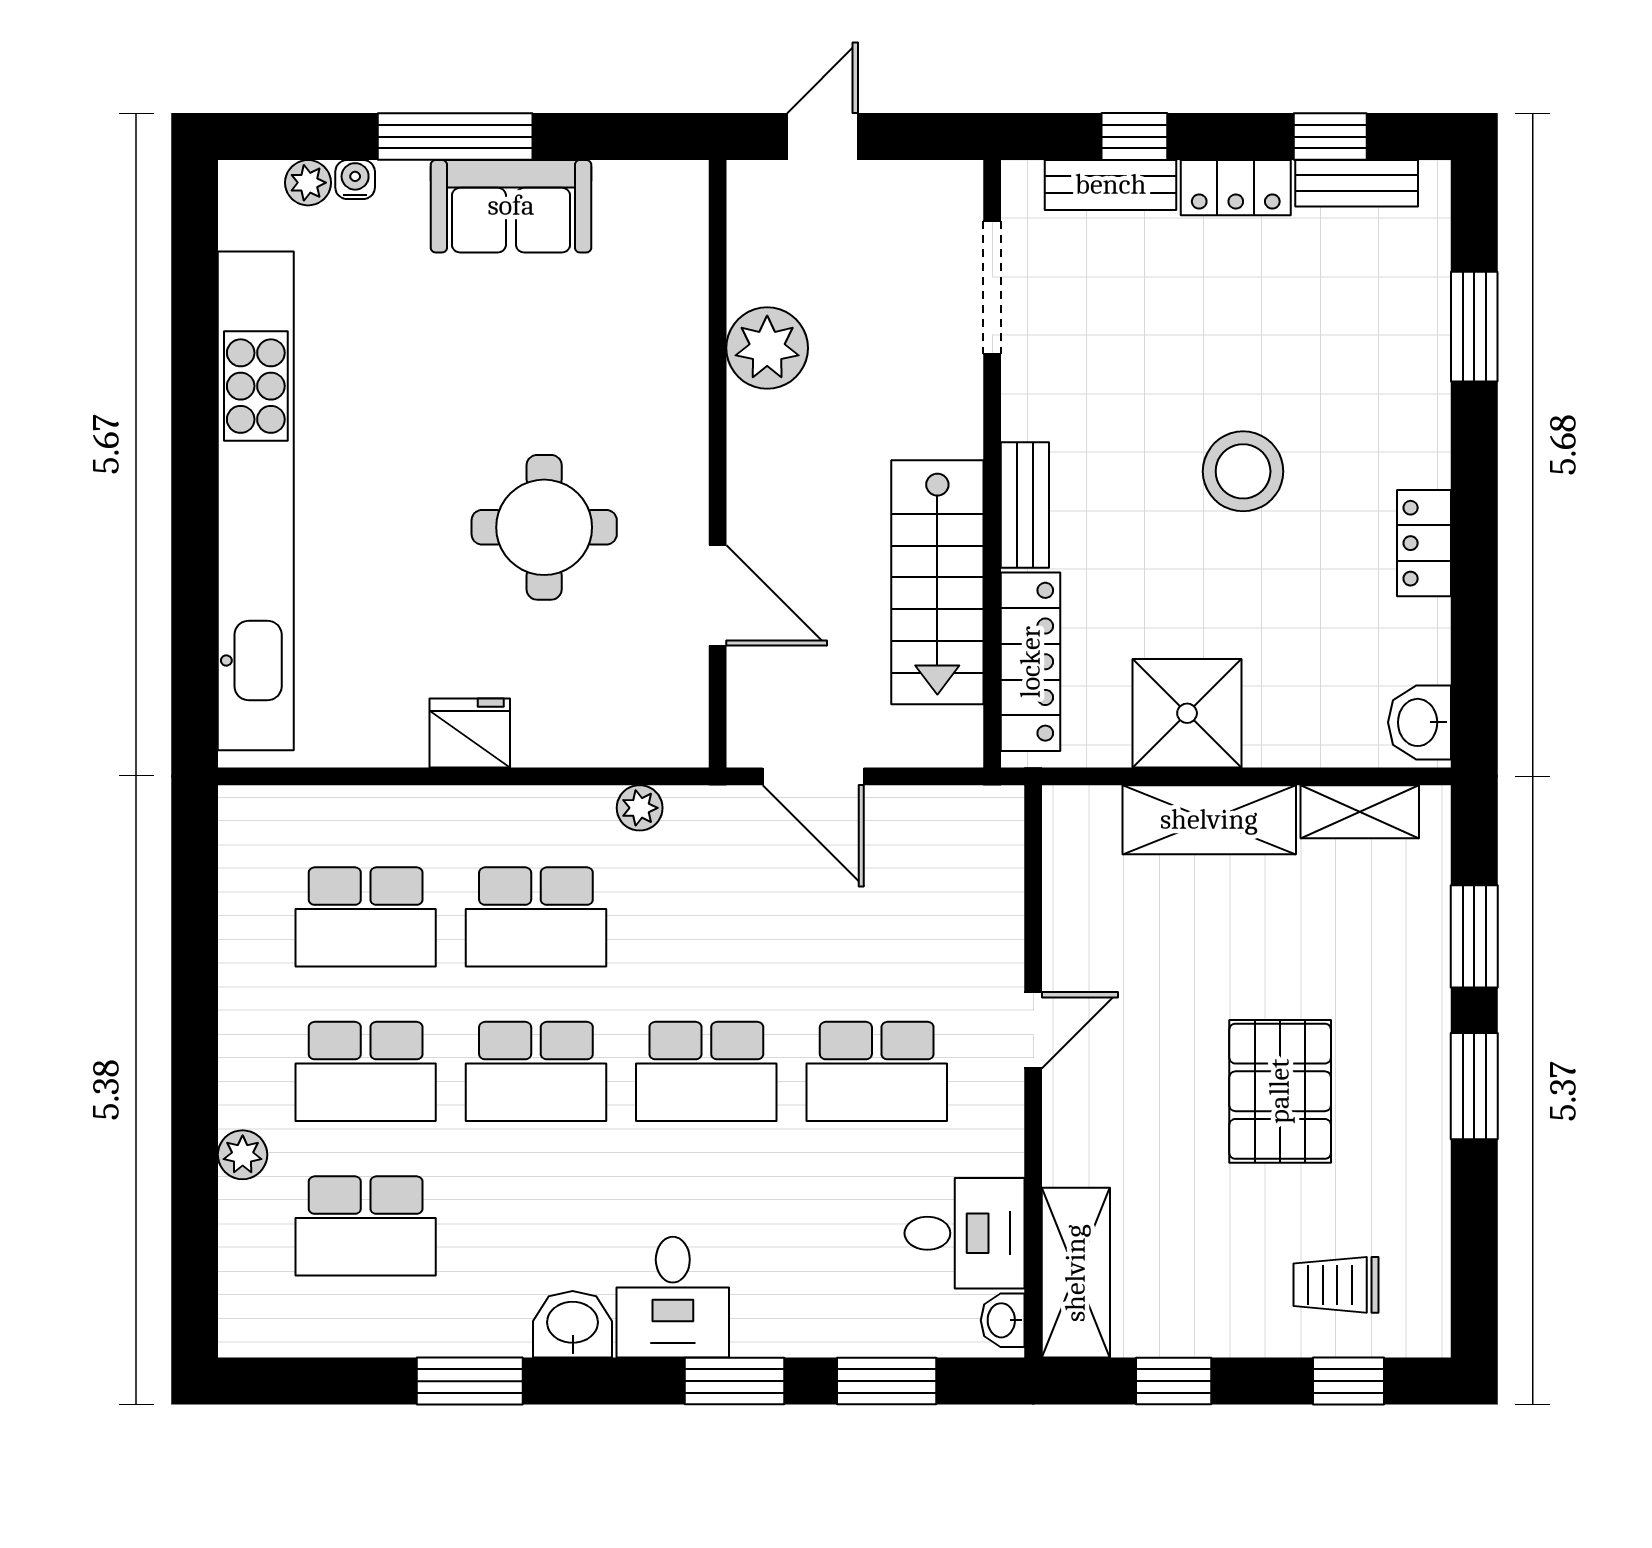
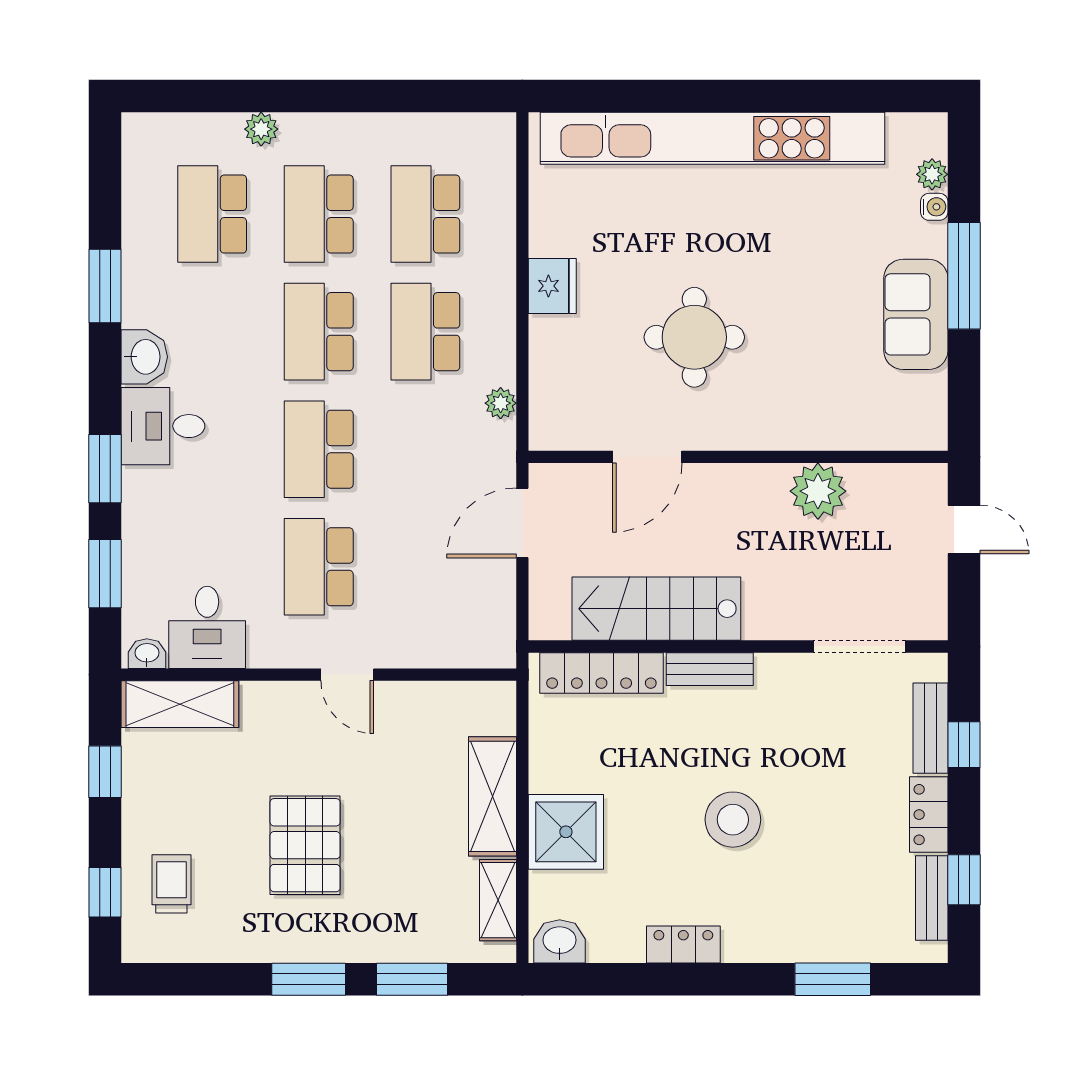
shower: (1187, 713) -> (566, 832), moved
pallet: (1280, 1091) -> (305, 845), turned 90

